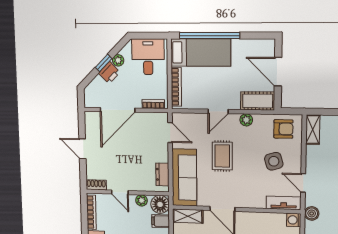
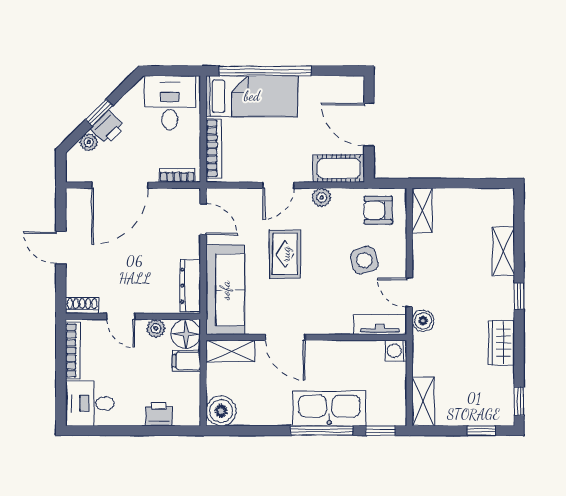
plant: (118, 60) -> (89, 142), moved
armchair: (283, 129) -> (378, 210), turned 180
dresser: (162, 174) -> (190, 286), width x1.44
boiler: (312, 213) -> (423, 321), moved

